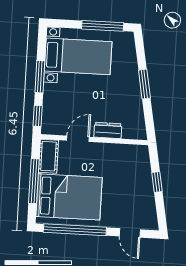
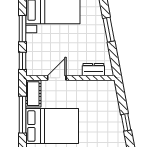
dresser: (108, 130) -> (93, 70), moved
window: (157, 182) -> (126, 122), moved

